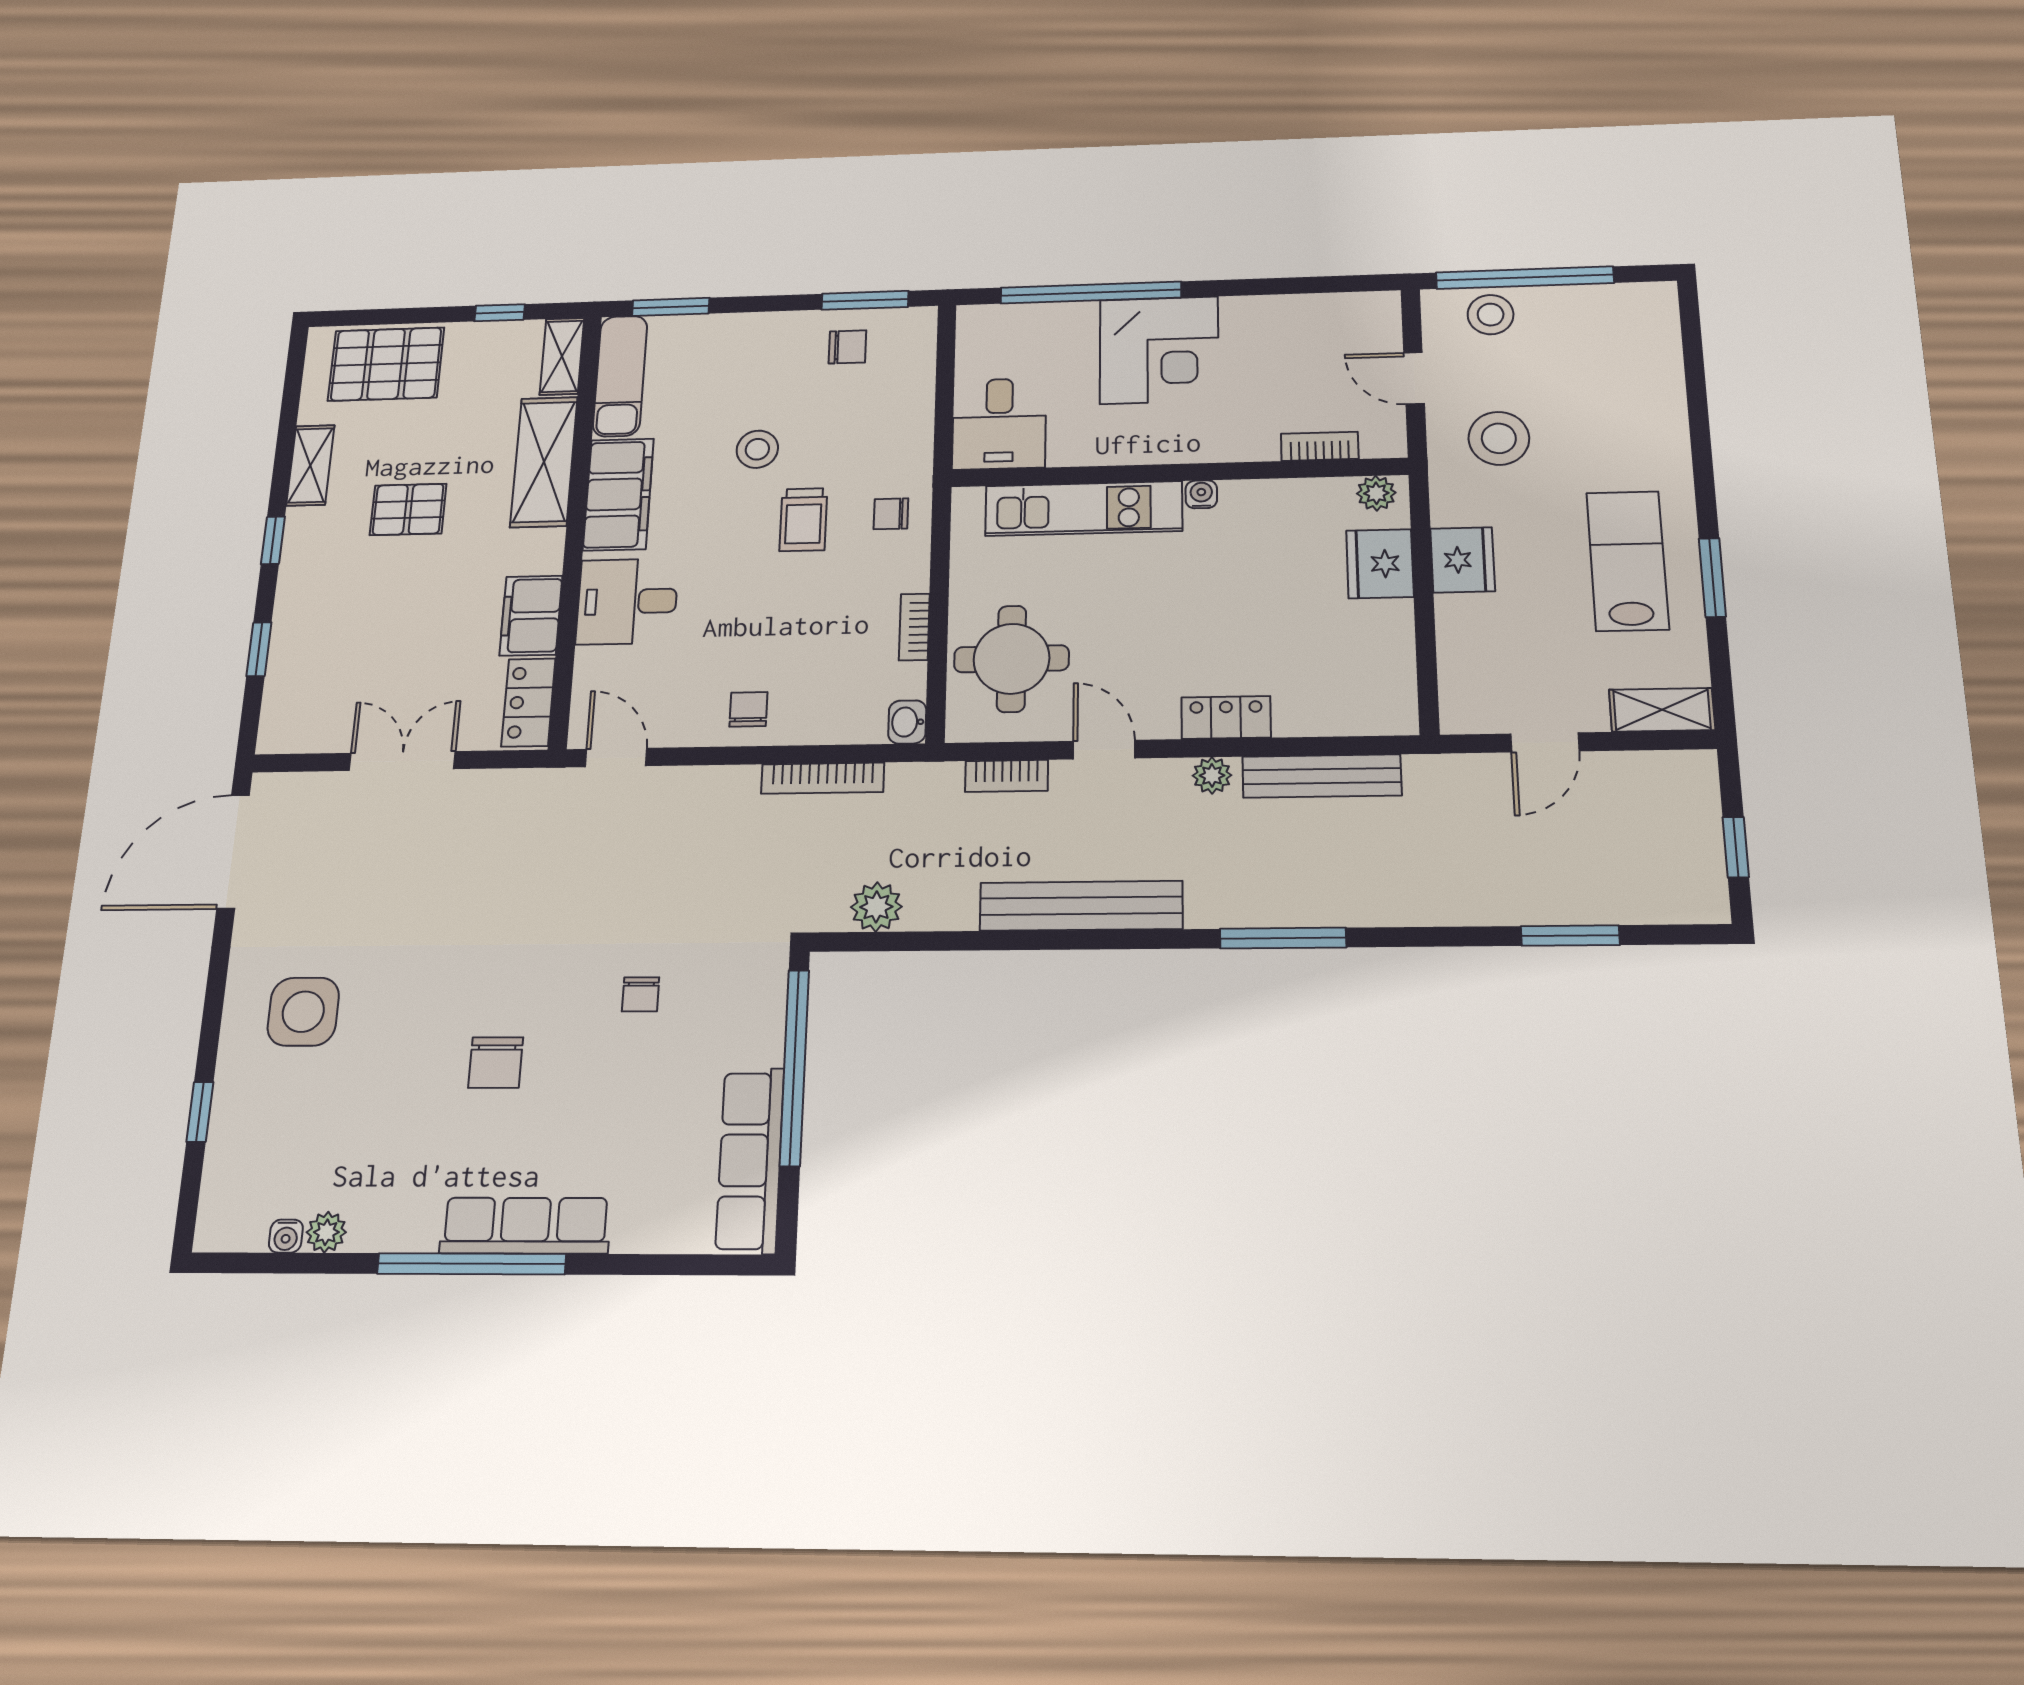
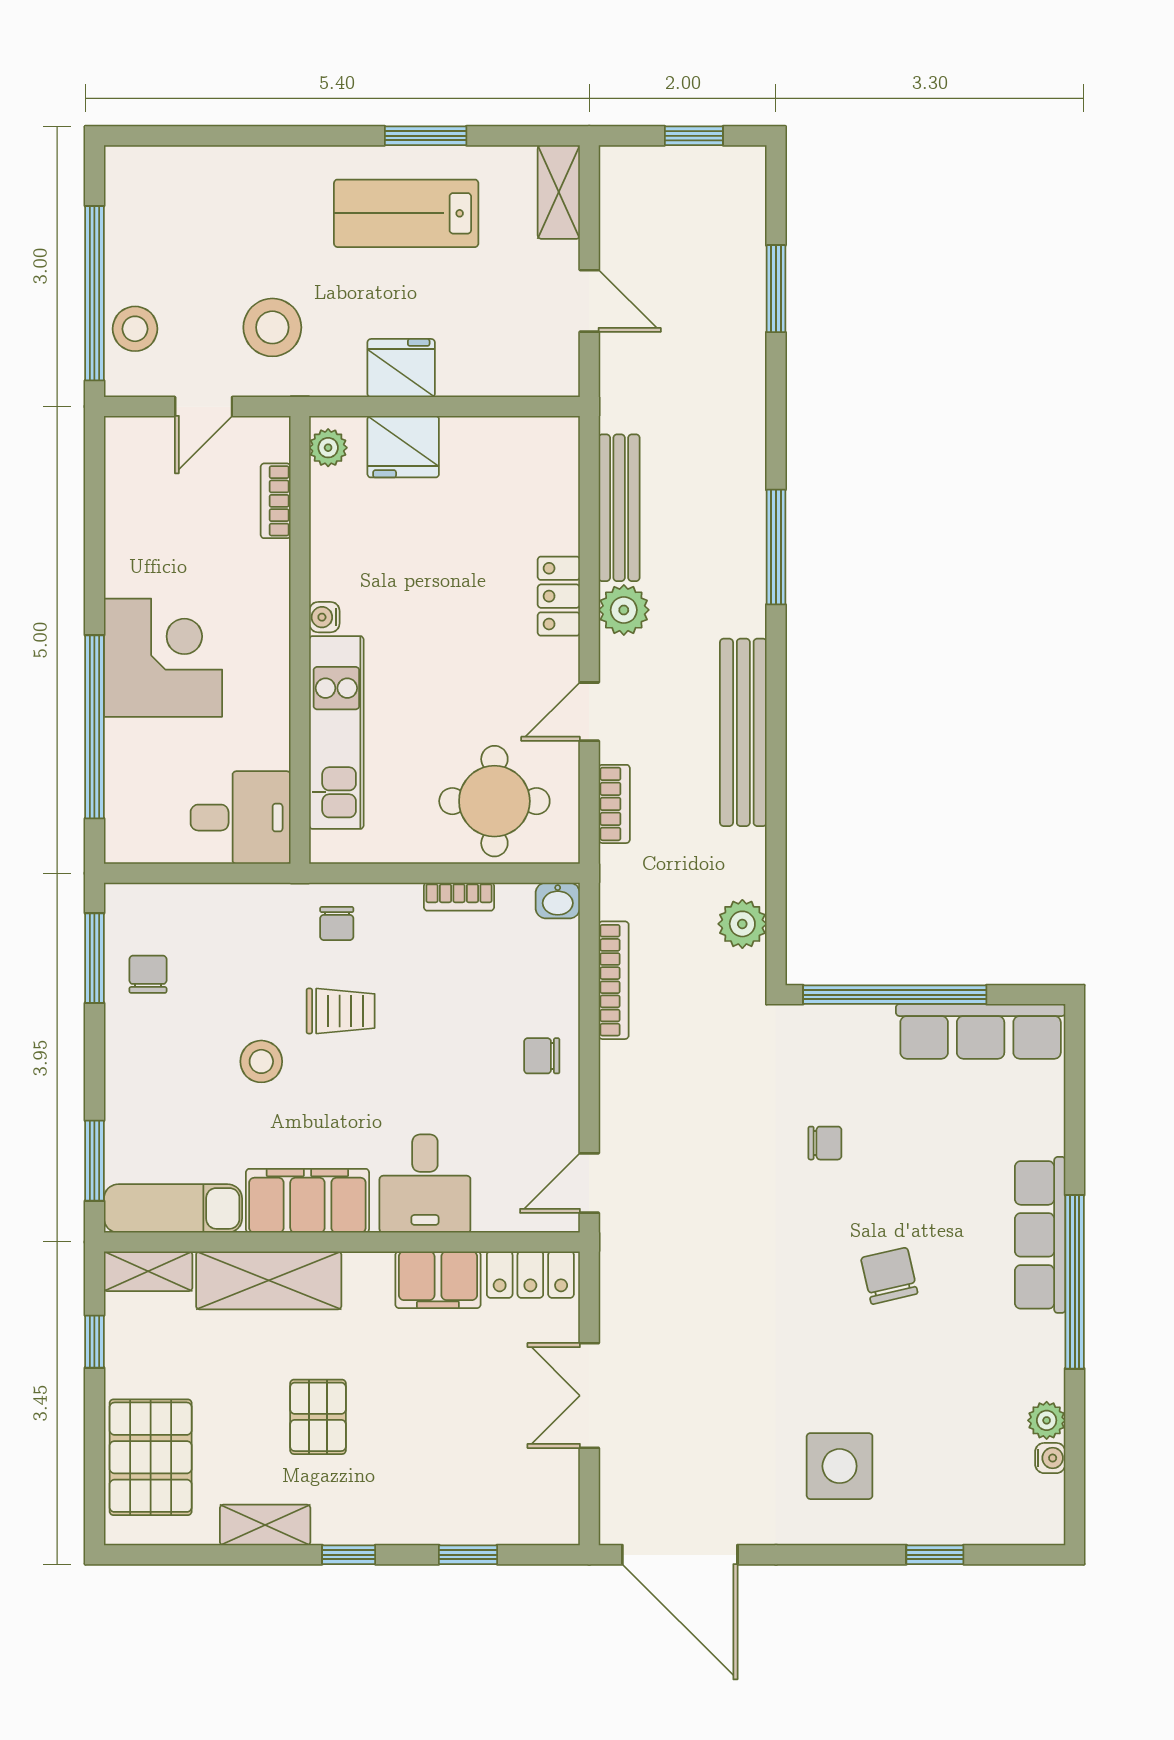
plant: (1212, 775) -> (624, 610), width x1.38, depth x1.38
chair: (496, 1063) -> (889, 1276), turned -103

